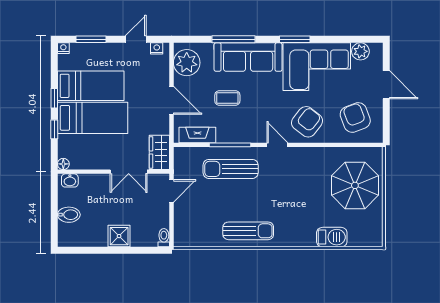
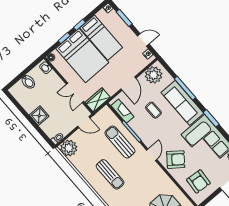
armchair: (355, 117) -> (198, 181), turned 116
bed: (93, 118) -> (82, 56), width x1.50
sun lounger: (248, 231) -> (110, 174), moved
plant: (186, 234) -> (69, 148), added

